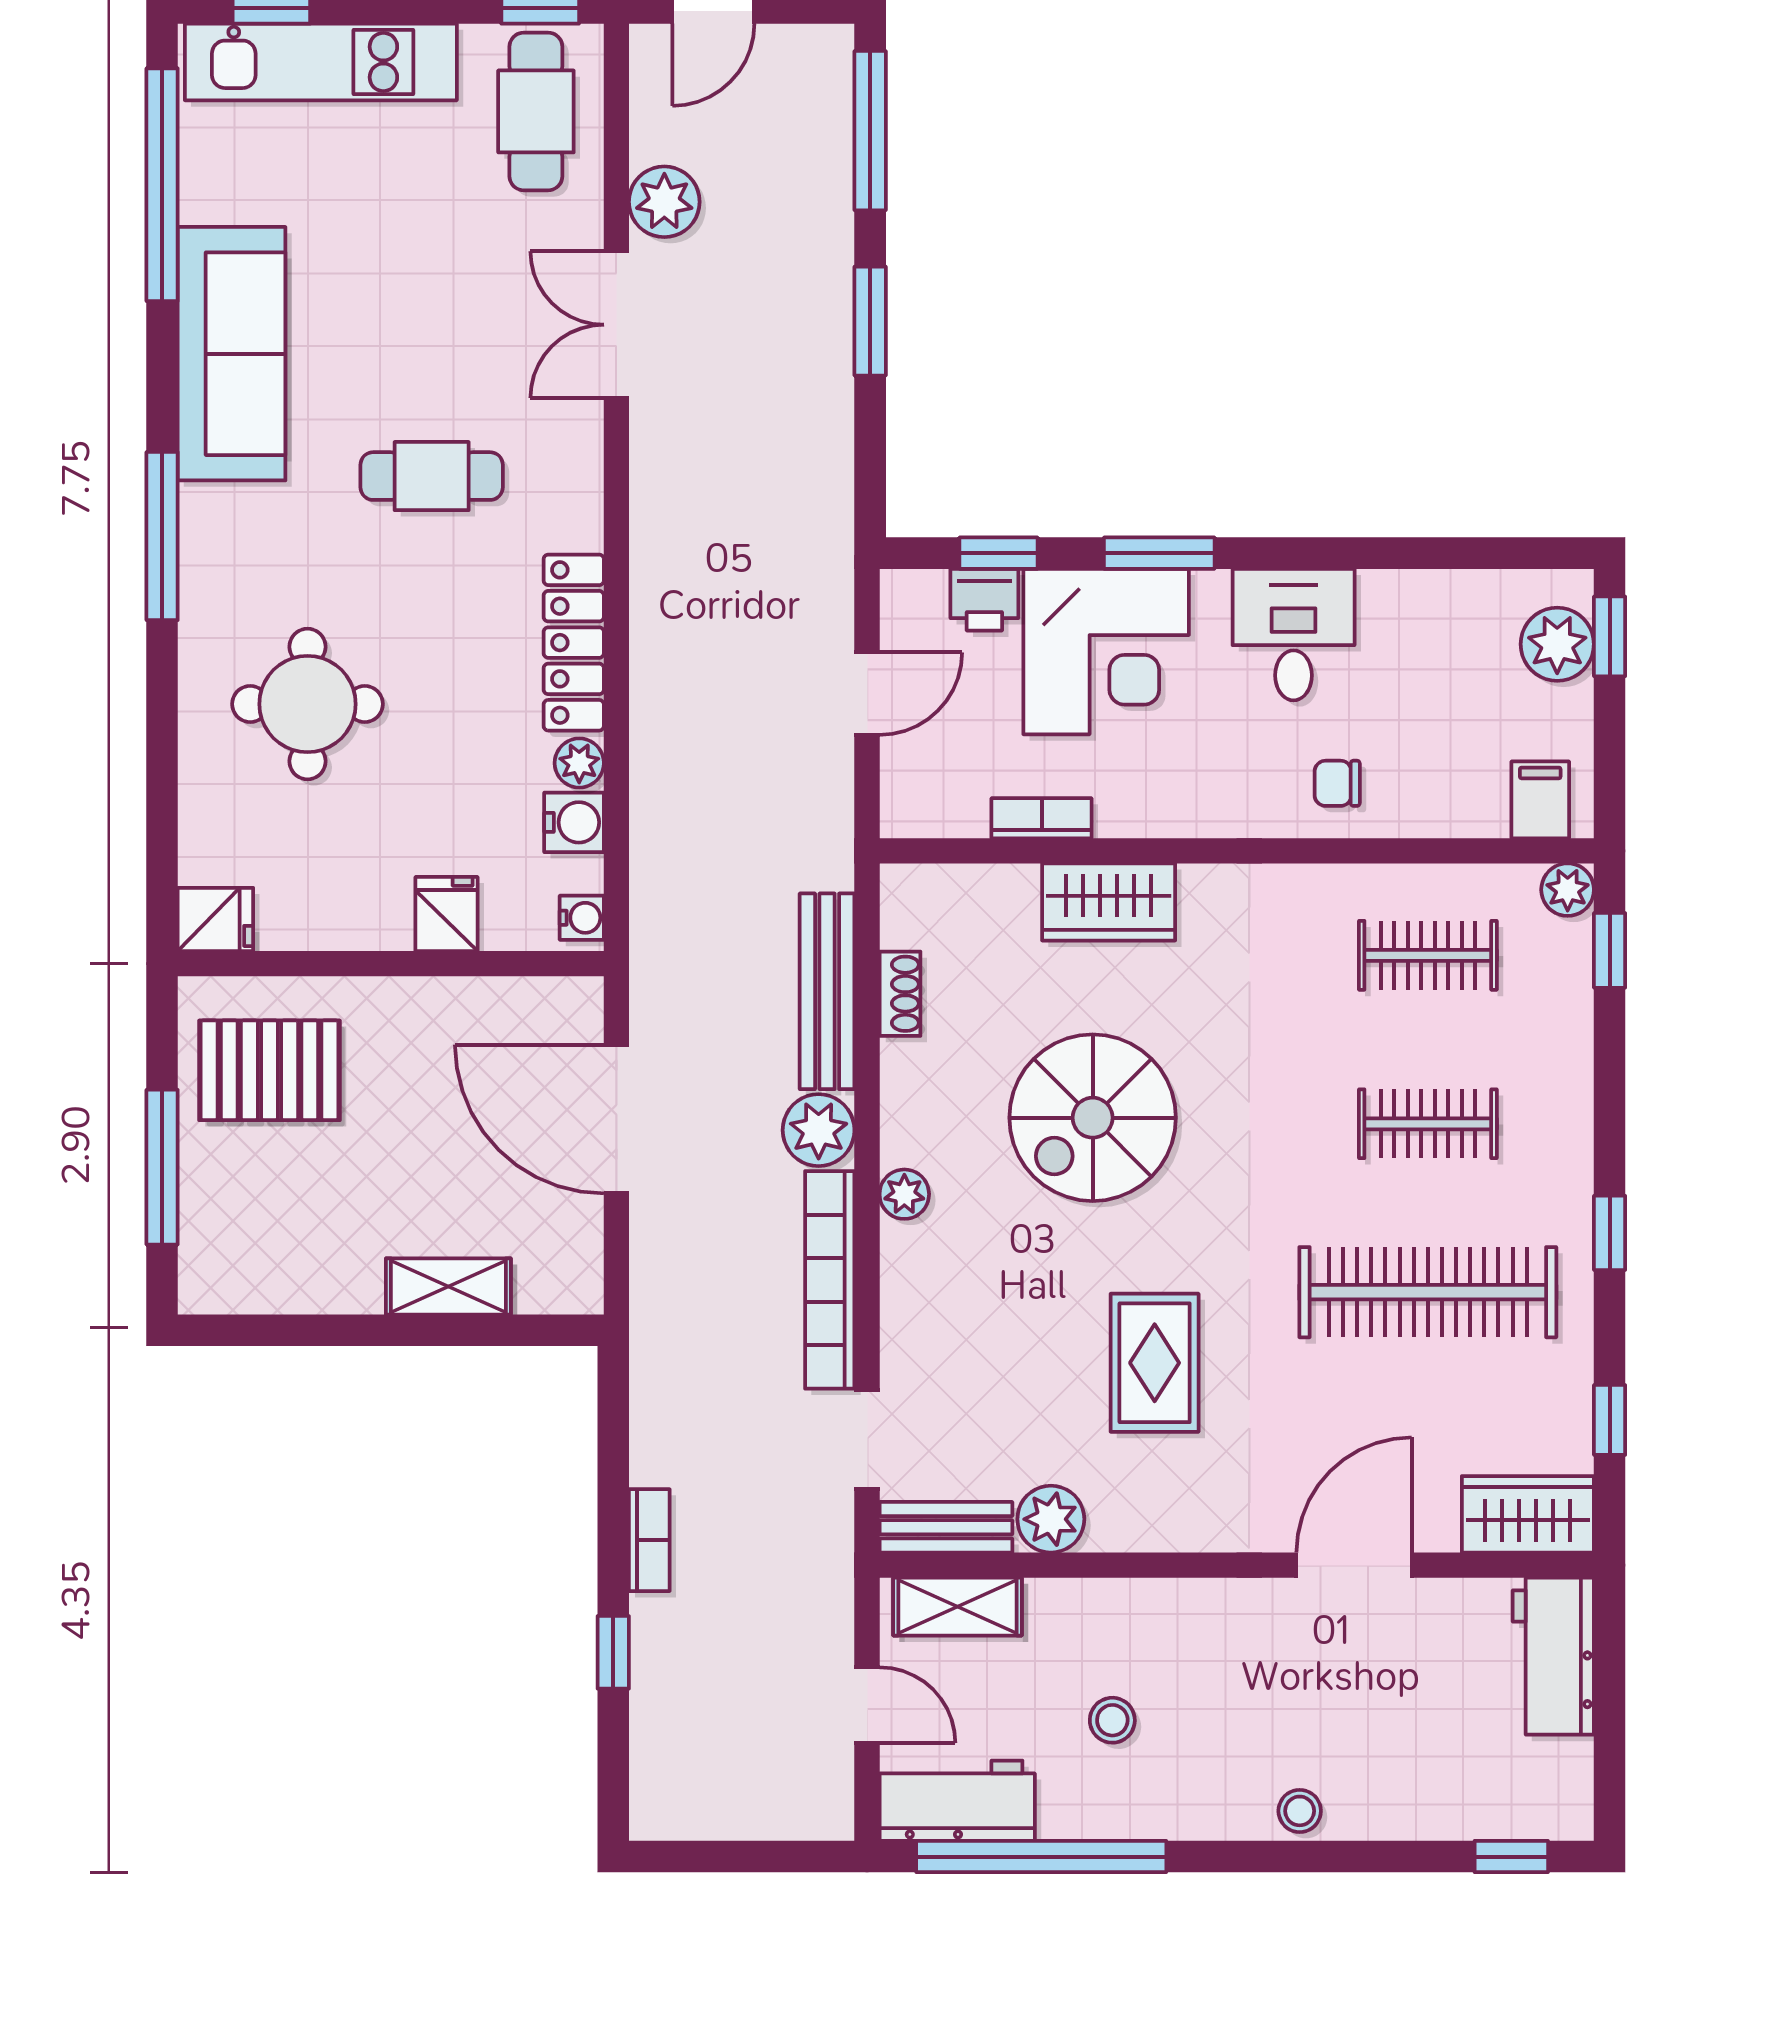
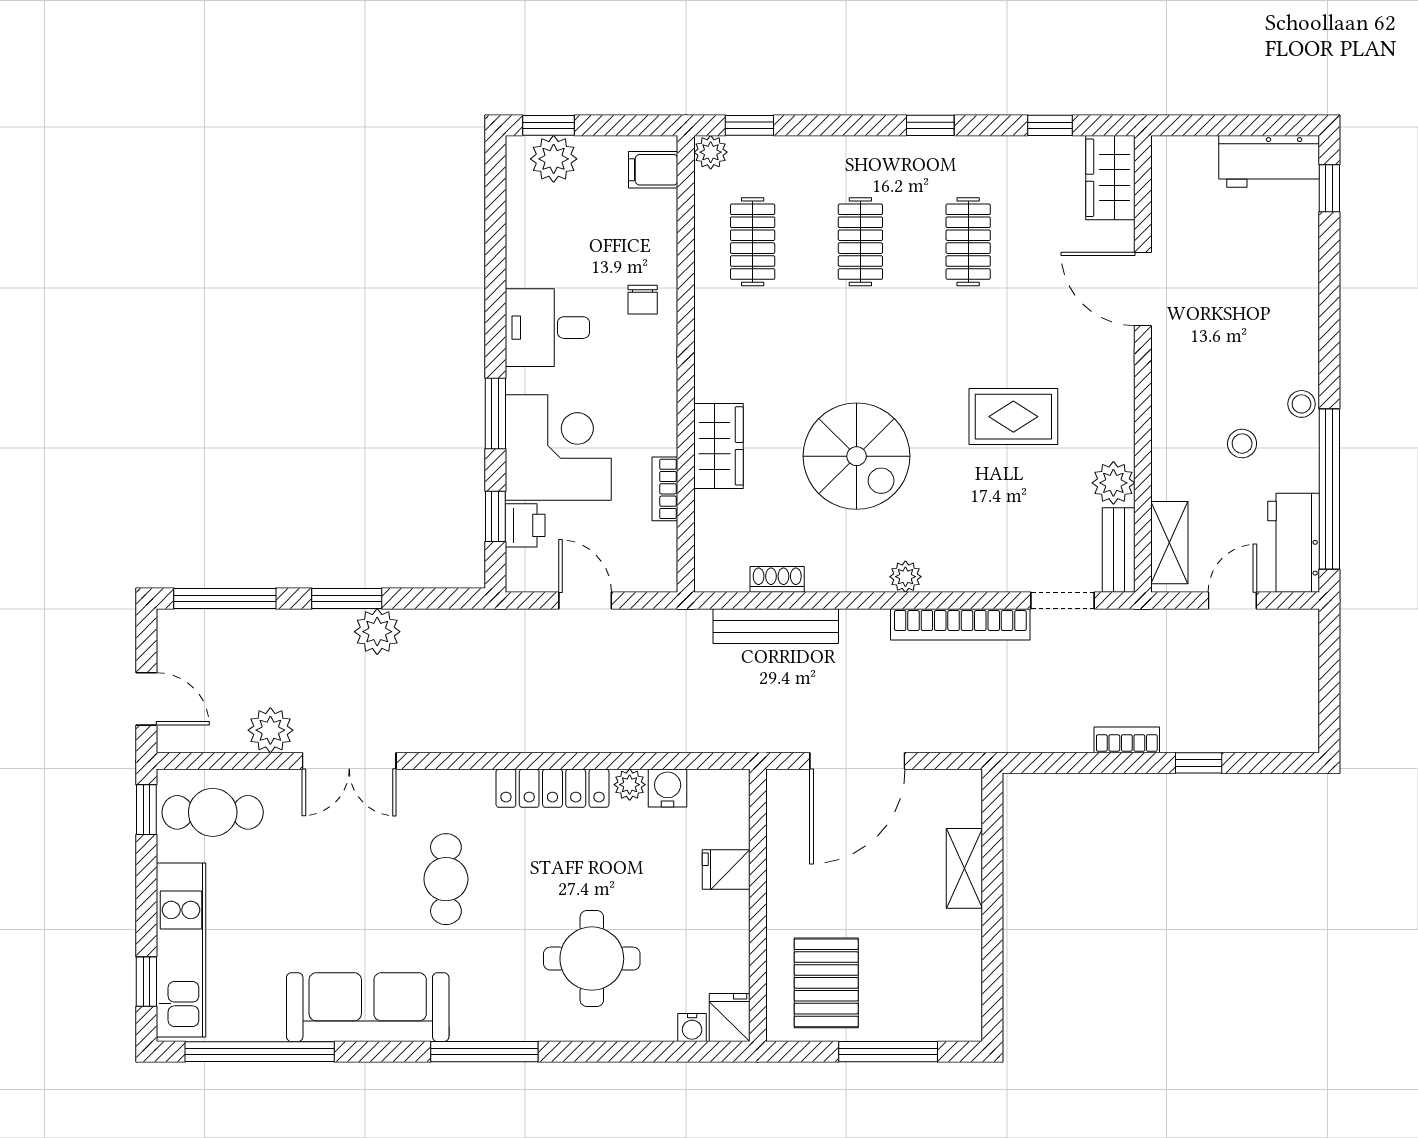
water cooler: (582, 918) -> (692, 1027), moved, turned 180
plant: (819, 1130) -> (377, 632), moved
clothes rail: (1428, 1292) -> (968, 242), width x0.54, depth x0.76
workbench: (1553, 1656) -> (1269, 161), moved
stool: (1300, 1811) -> (1301, 404), moved

